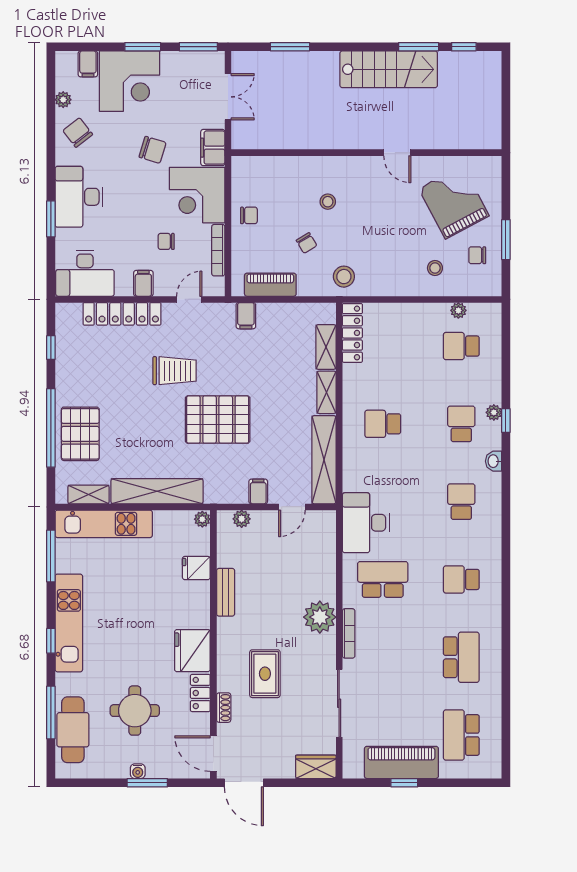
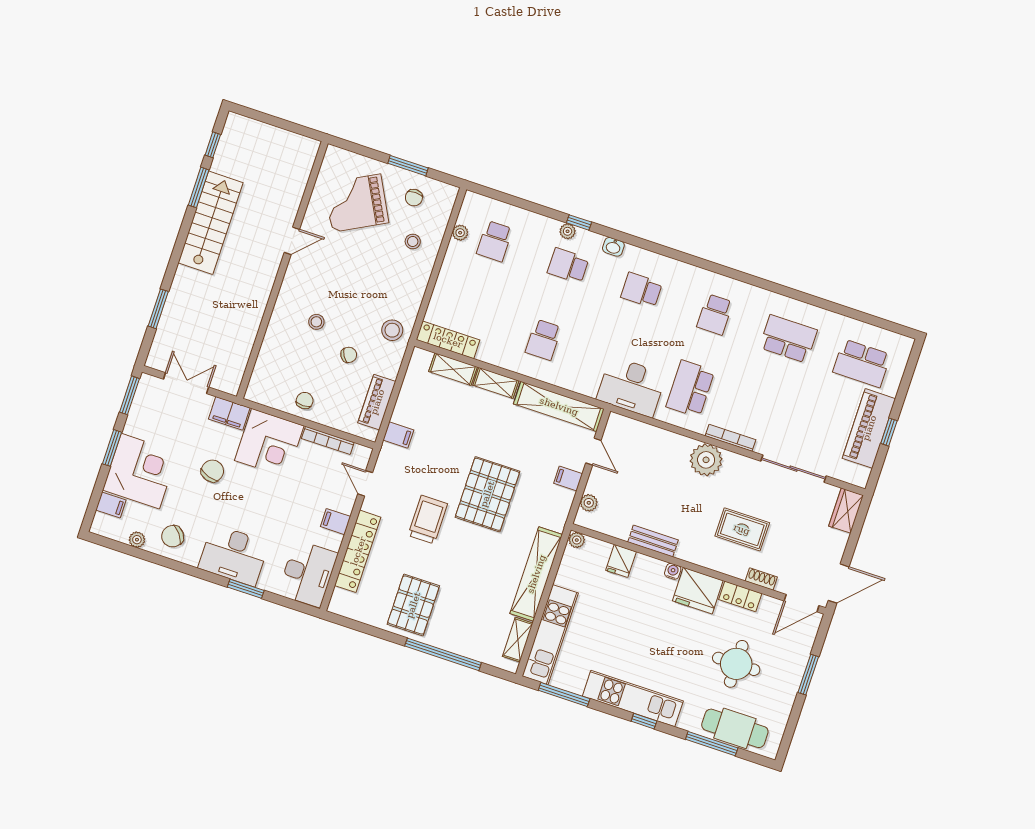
chair: (166, 241) -> (303, 487), removed
window: (51, 348) -> (367, 629), removed
pallet: (80, 434) -> (413, 605), moved, turned 90
water cooler: (138, 771) -> (673, 571), moved, turned -90

